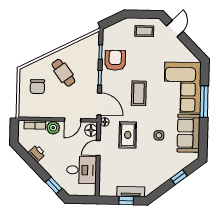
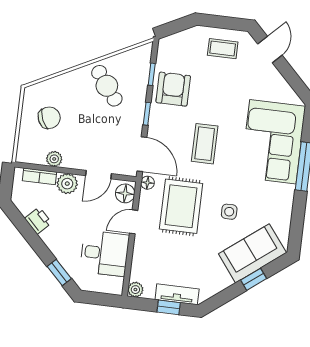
cafe table: (63, 73) -> (107, 86), moved
chair: (37, 87) -> (49, 118), turned -114
plant: (43, 113) -> (54, 159), added
sofa: (189, 133) -> (252, 253), moved, turned 52
rug: (128, 135) -> (181, 206), width x1.36, depth x1.43
plant: (104, 191) -> (135, 290), added

